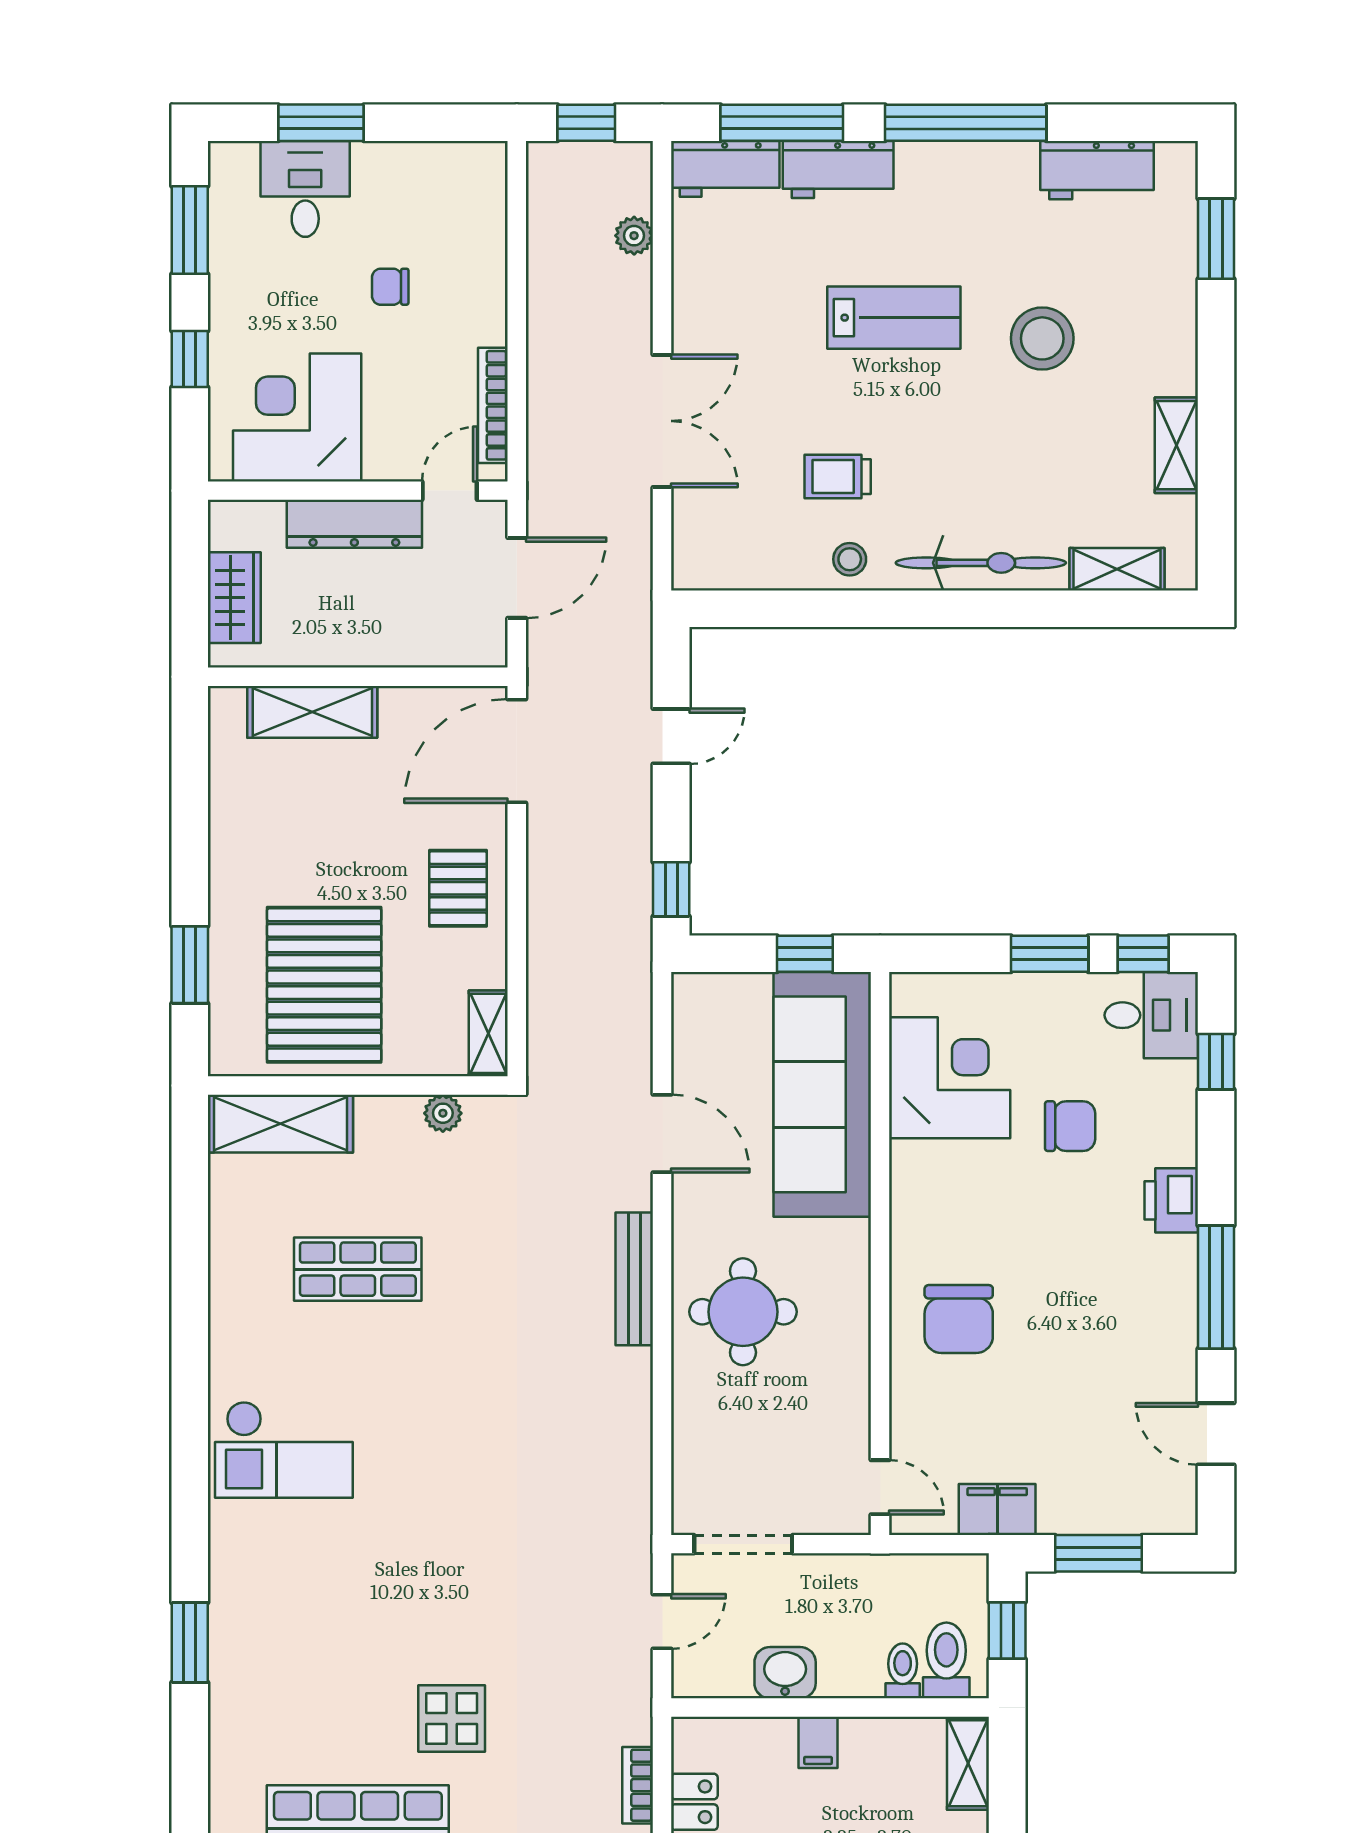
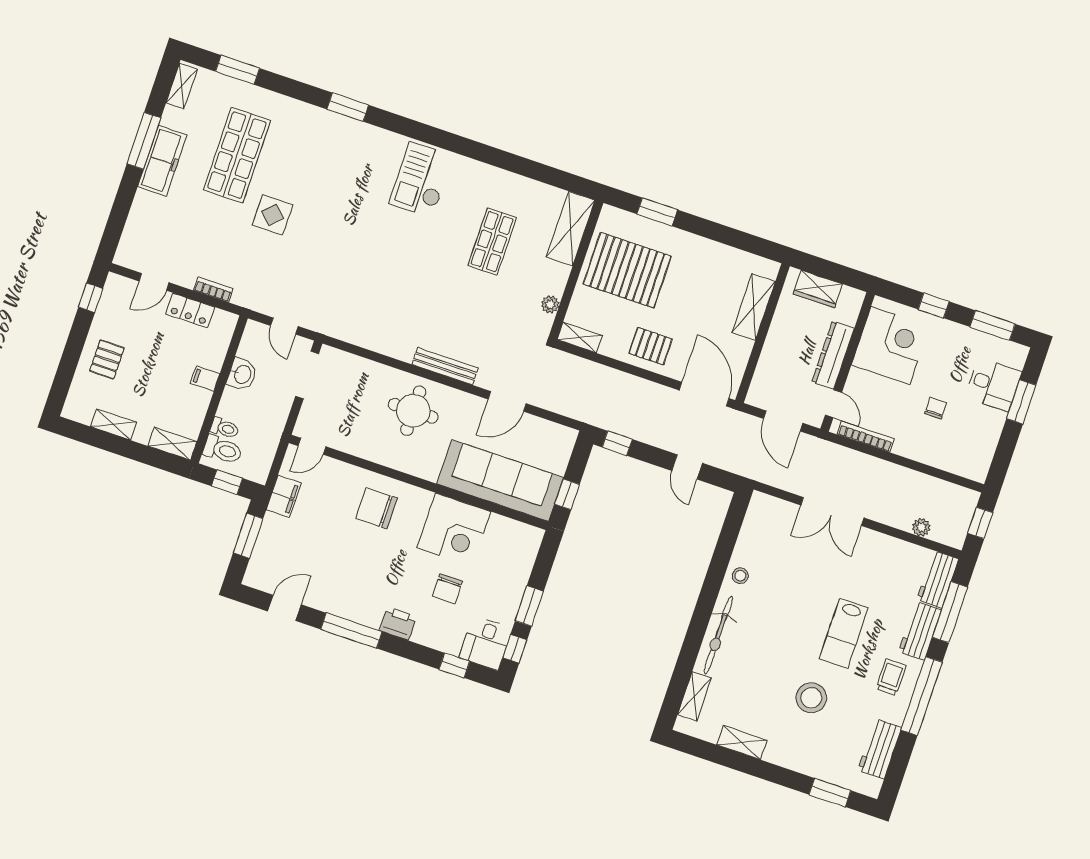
trolley: (838, 477) -> (891, 677), moved
corner desk: (950, 1078) -> (454, 530), moved

